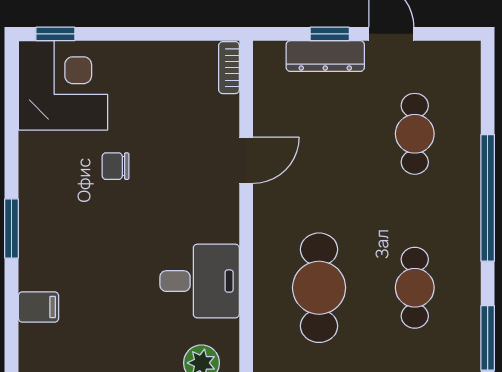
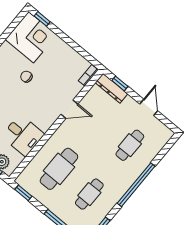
window: (330, 34) -> (120, 83), moved
dresser: (325, 56) -> (111, 88), moved

